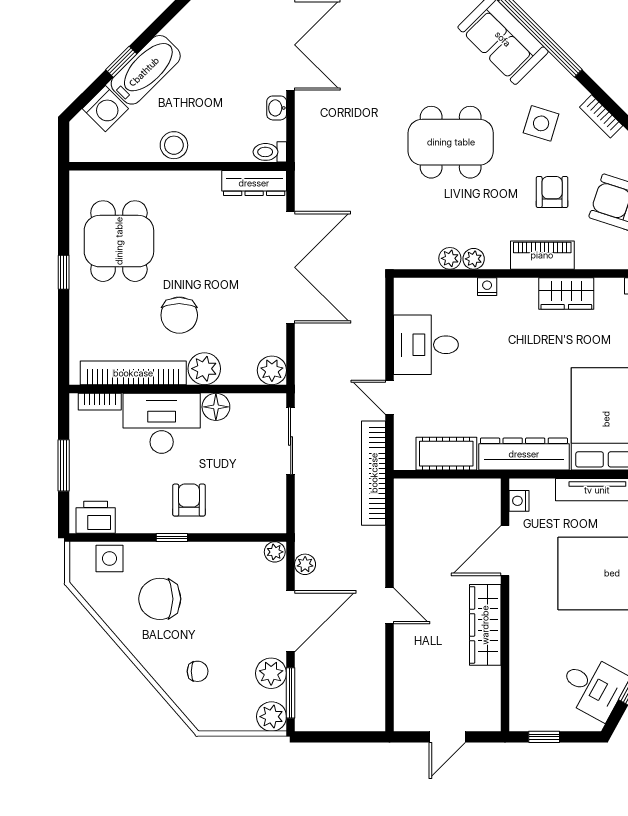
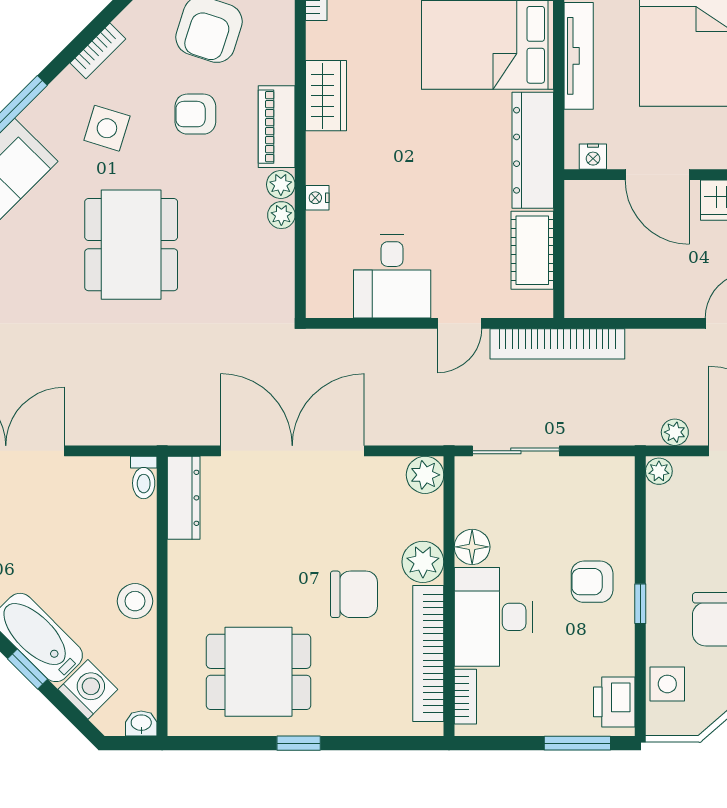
washbasin: (277, 108) -> (141, 723), moved, turned 180
plant: (450, 258) -> (281, 185), moved
window: (64, 465) -> (577, 743), moved

